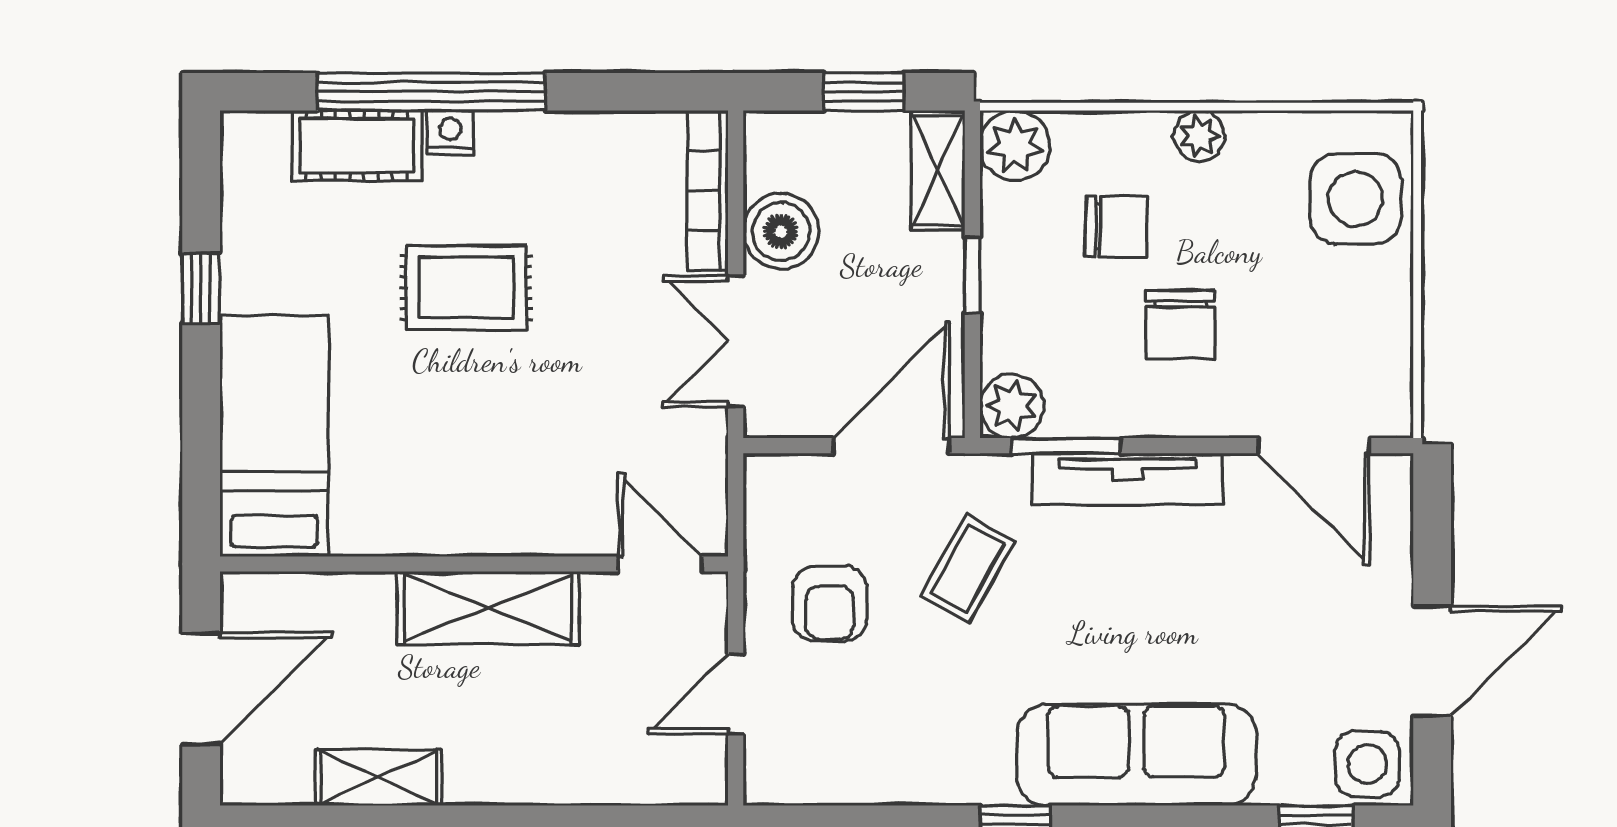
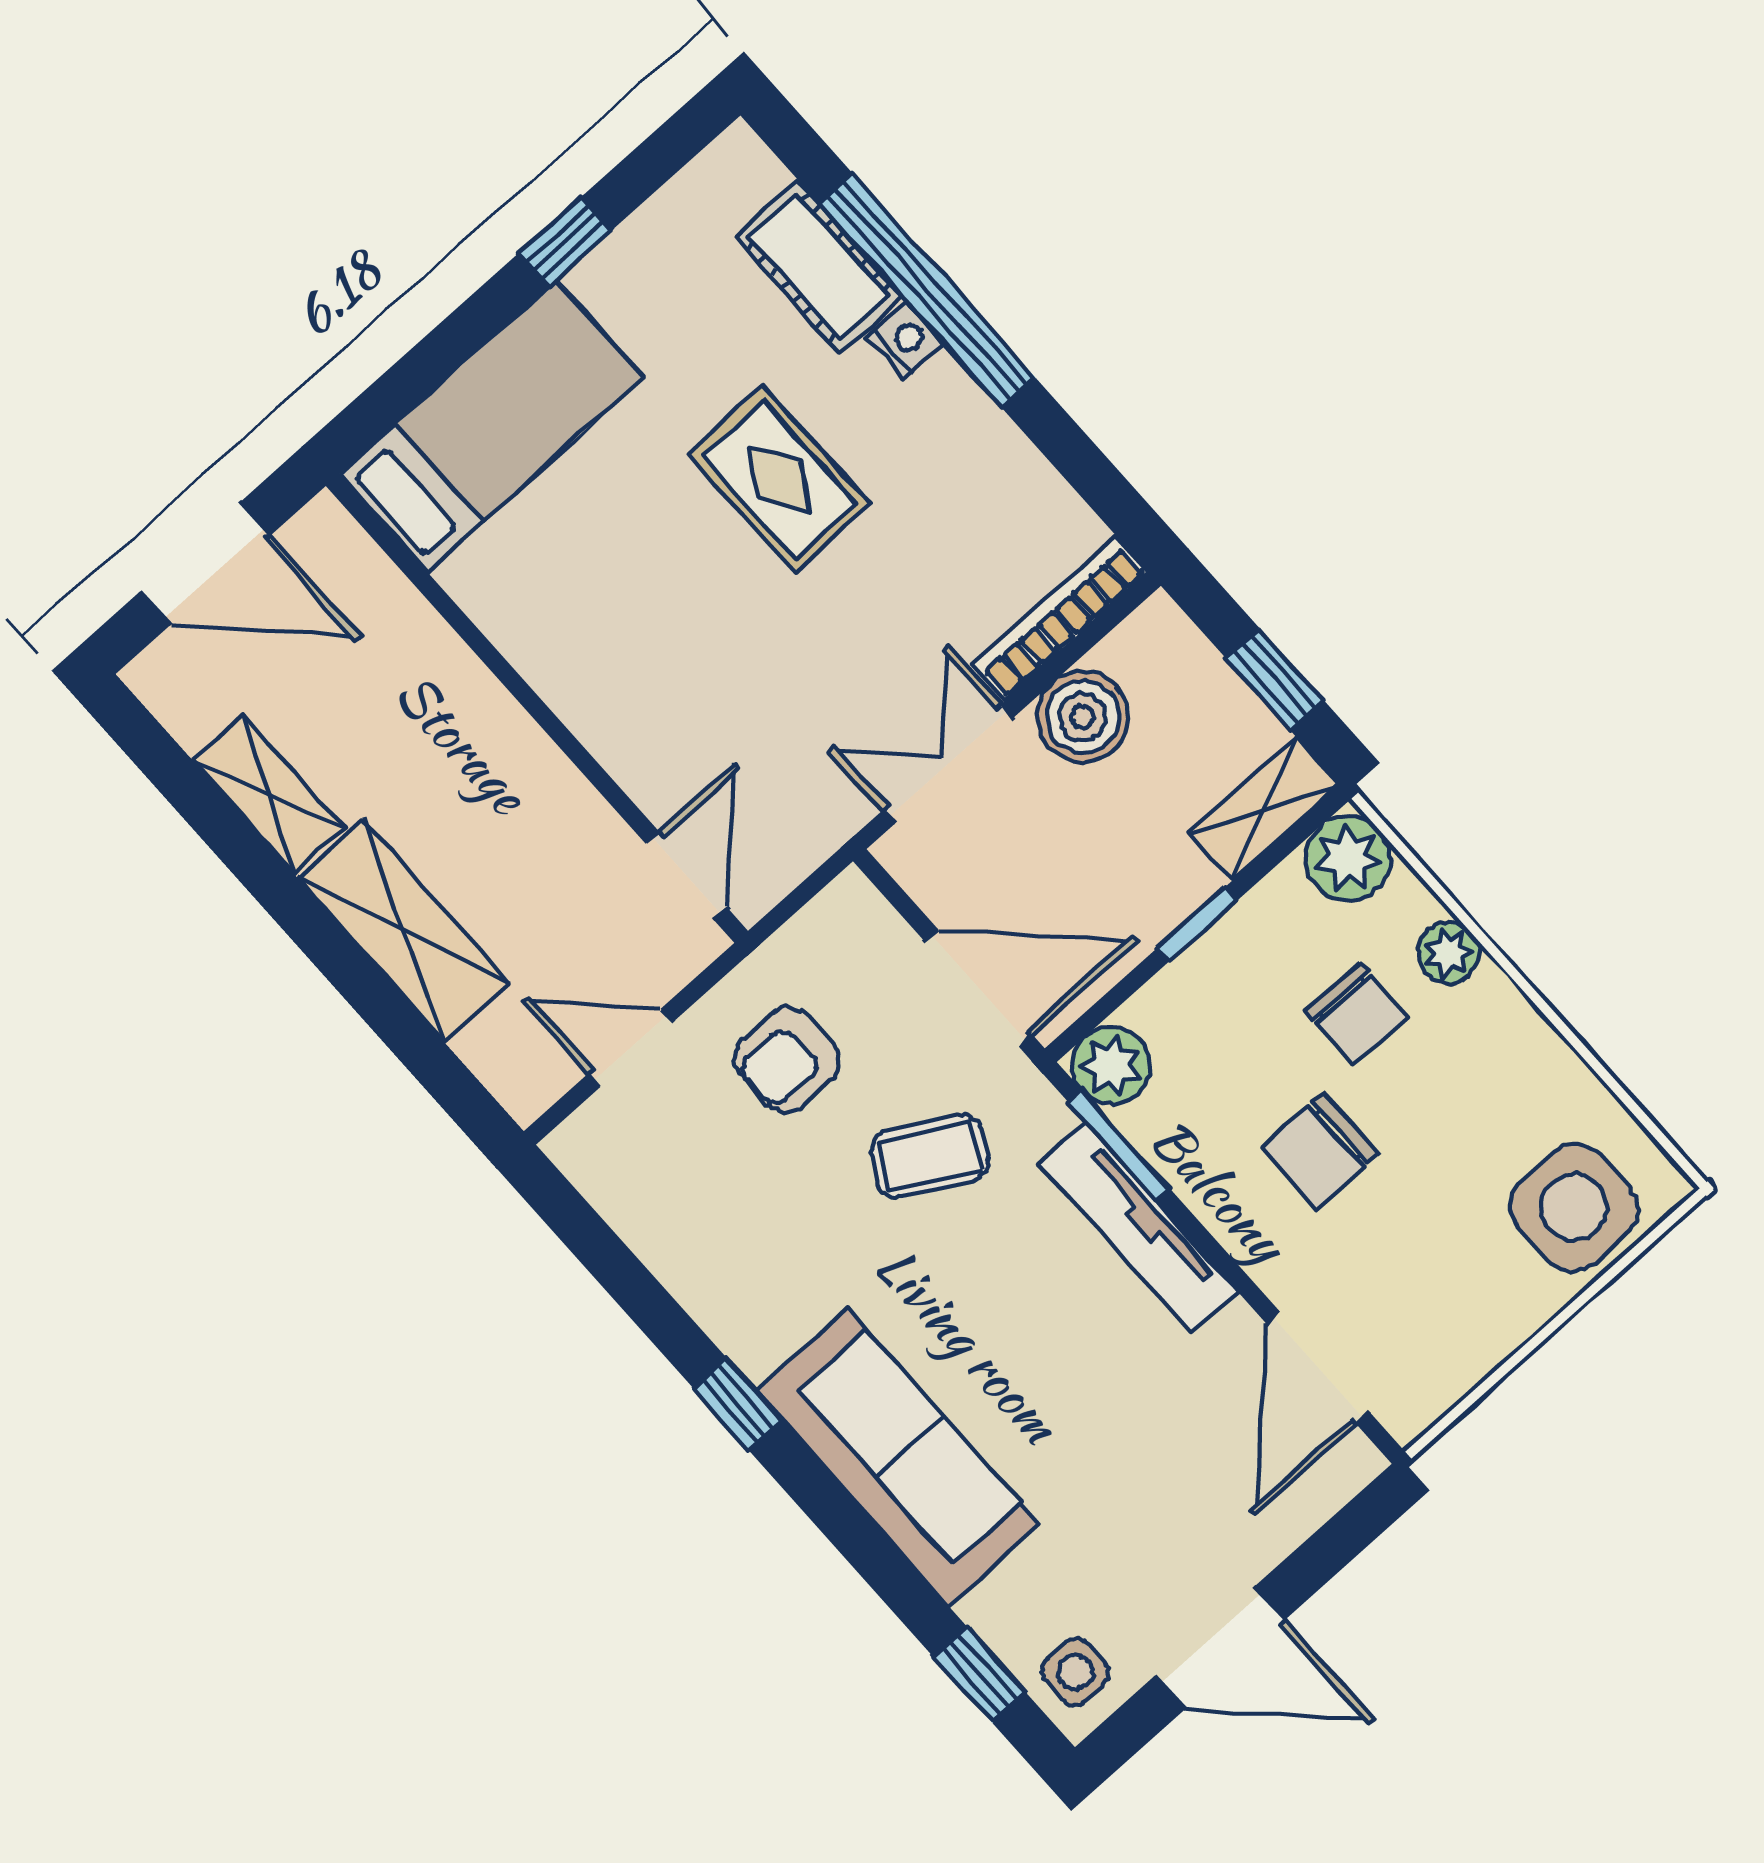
plant: (1199, 136) -> (1448, 953), moved
shelving: (488, 608) -> (403, 930), moved
side table: (1367, 764) -> (1075, 1672), width x0.73, depth x0.73

